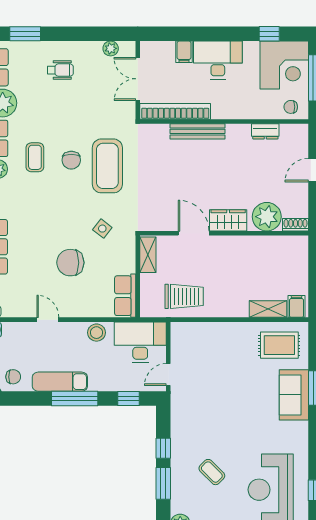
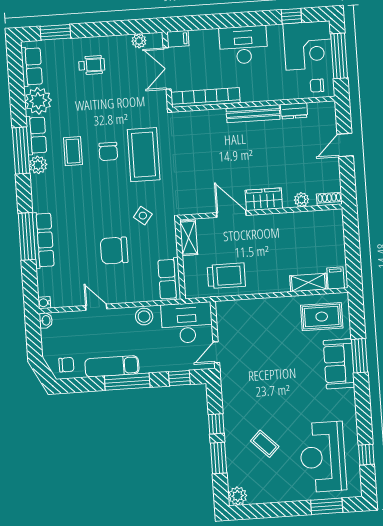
filing cabinet: (184, 52) -> (178, 39), moved, turned -90
bench: (197, 131) -> (253, 114), moved
plant: (267, 217) -> (301, 200), width x0.53, depth x0.53

